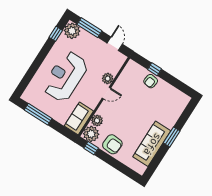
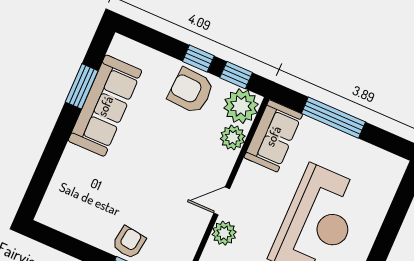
window: (38, 114) -> (333, 118), moved
window: (172, 137) -> (82, 86), moved
window: (107, 158) -> (198, 59), added

